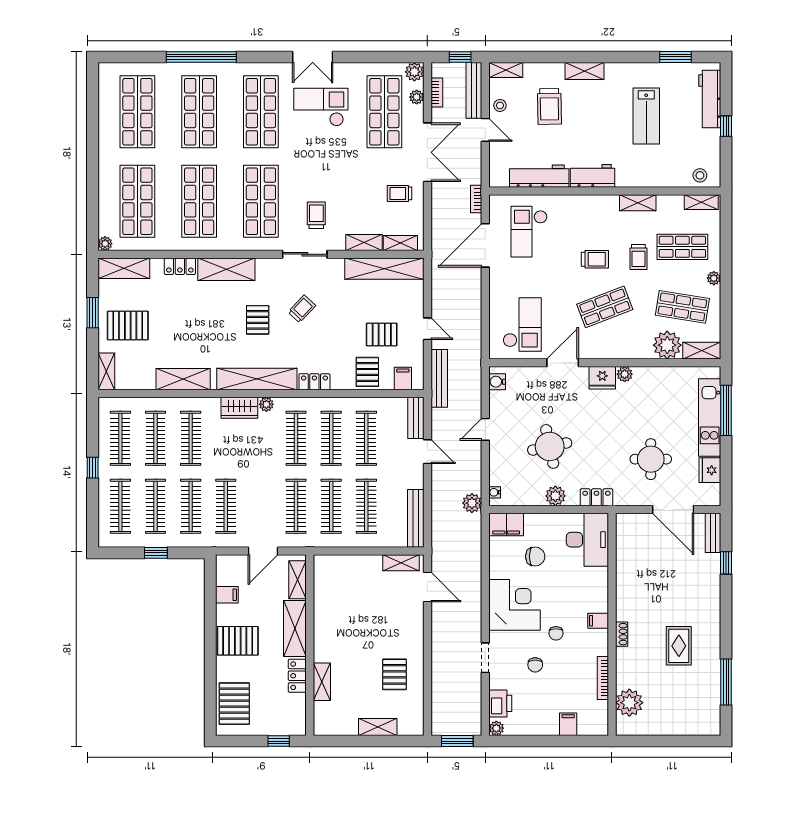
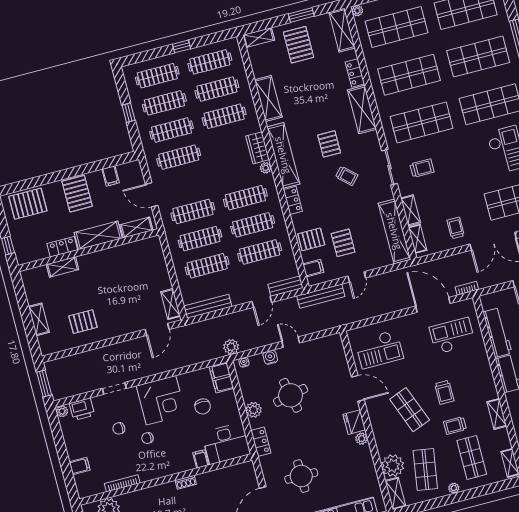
pallet: (258, 320) -> (329, 144), turned 90
water cooler: (497, 382) -> (270, 357), moved
filing cabinet: (598, 621) -> (201, 459), moved
shoe rack: (622, 634) -> (186, 482), moved

